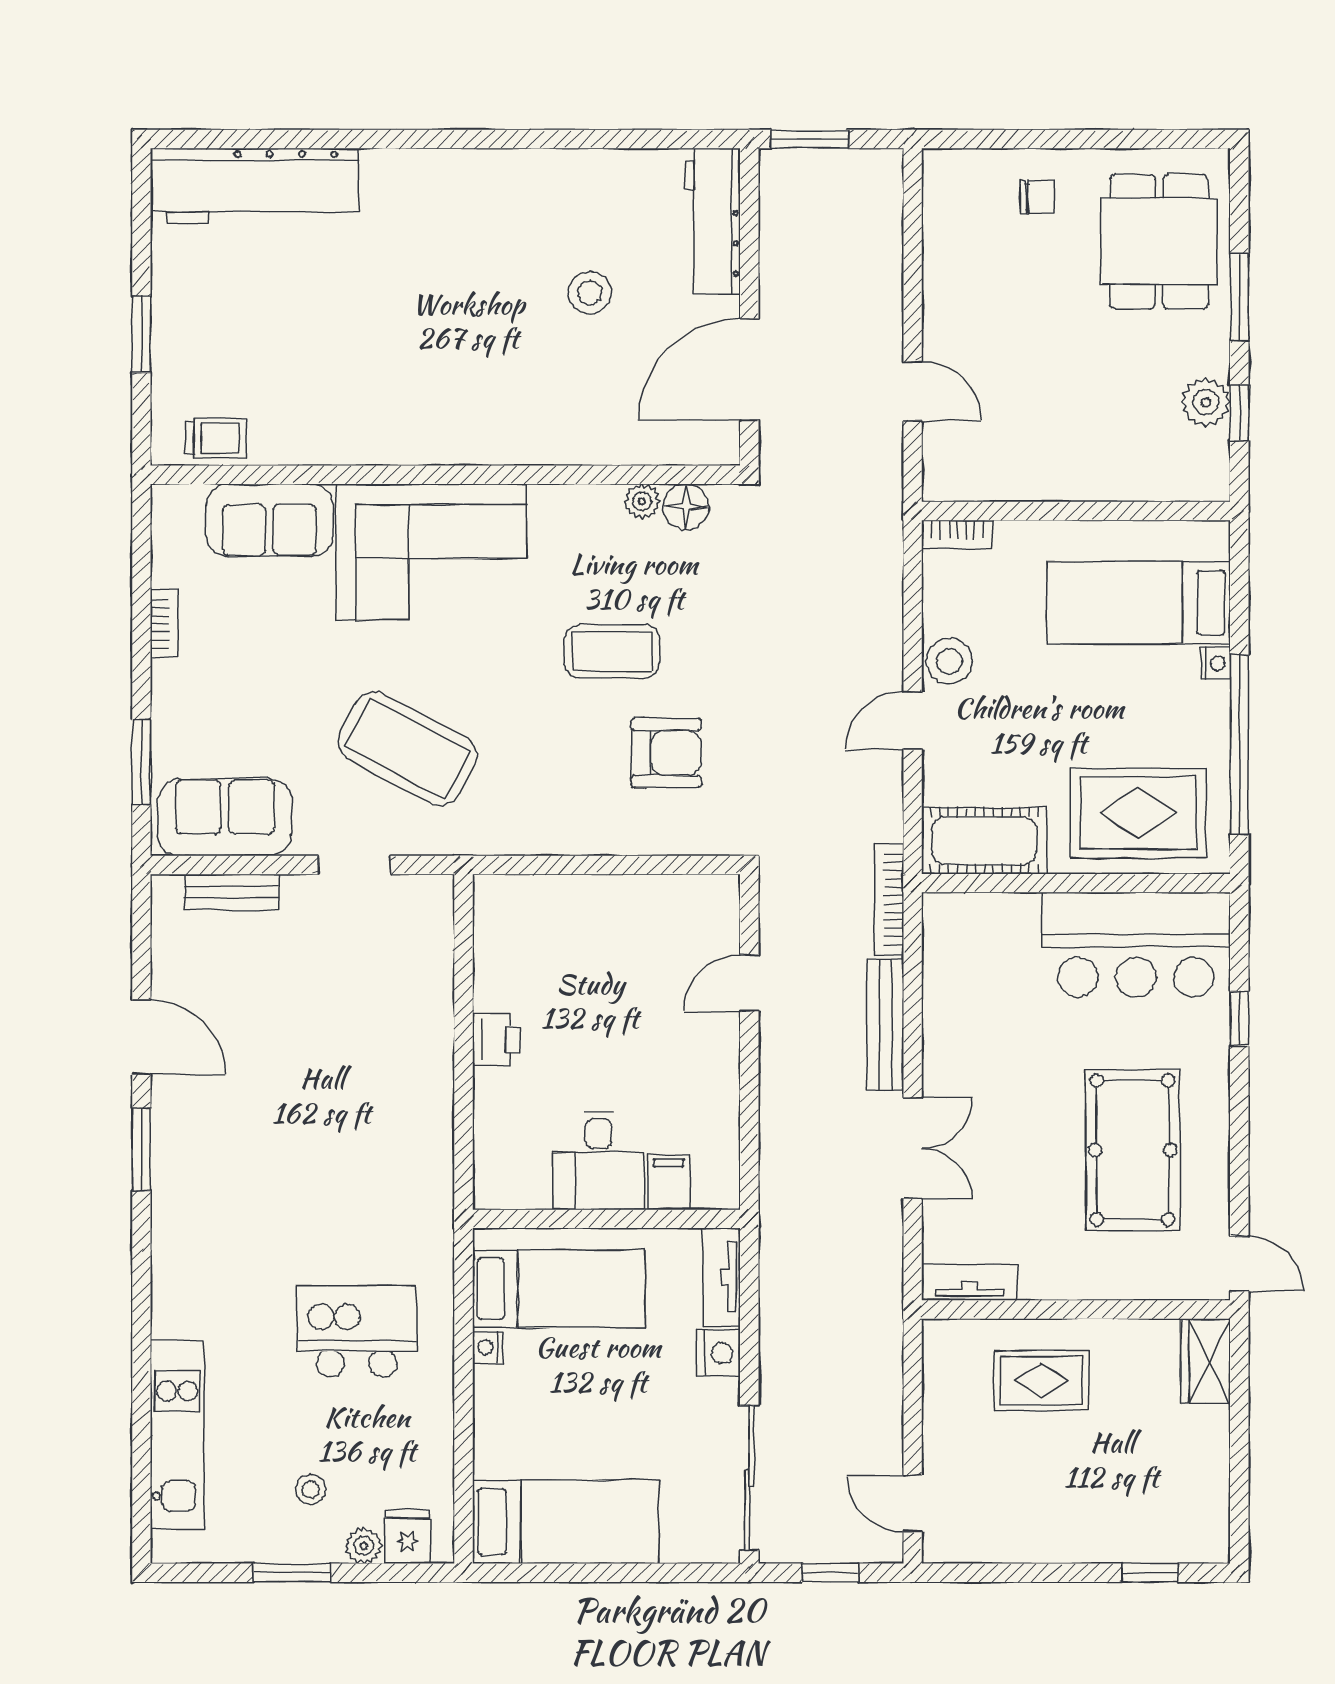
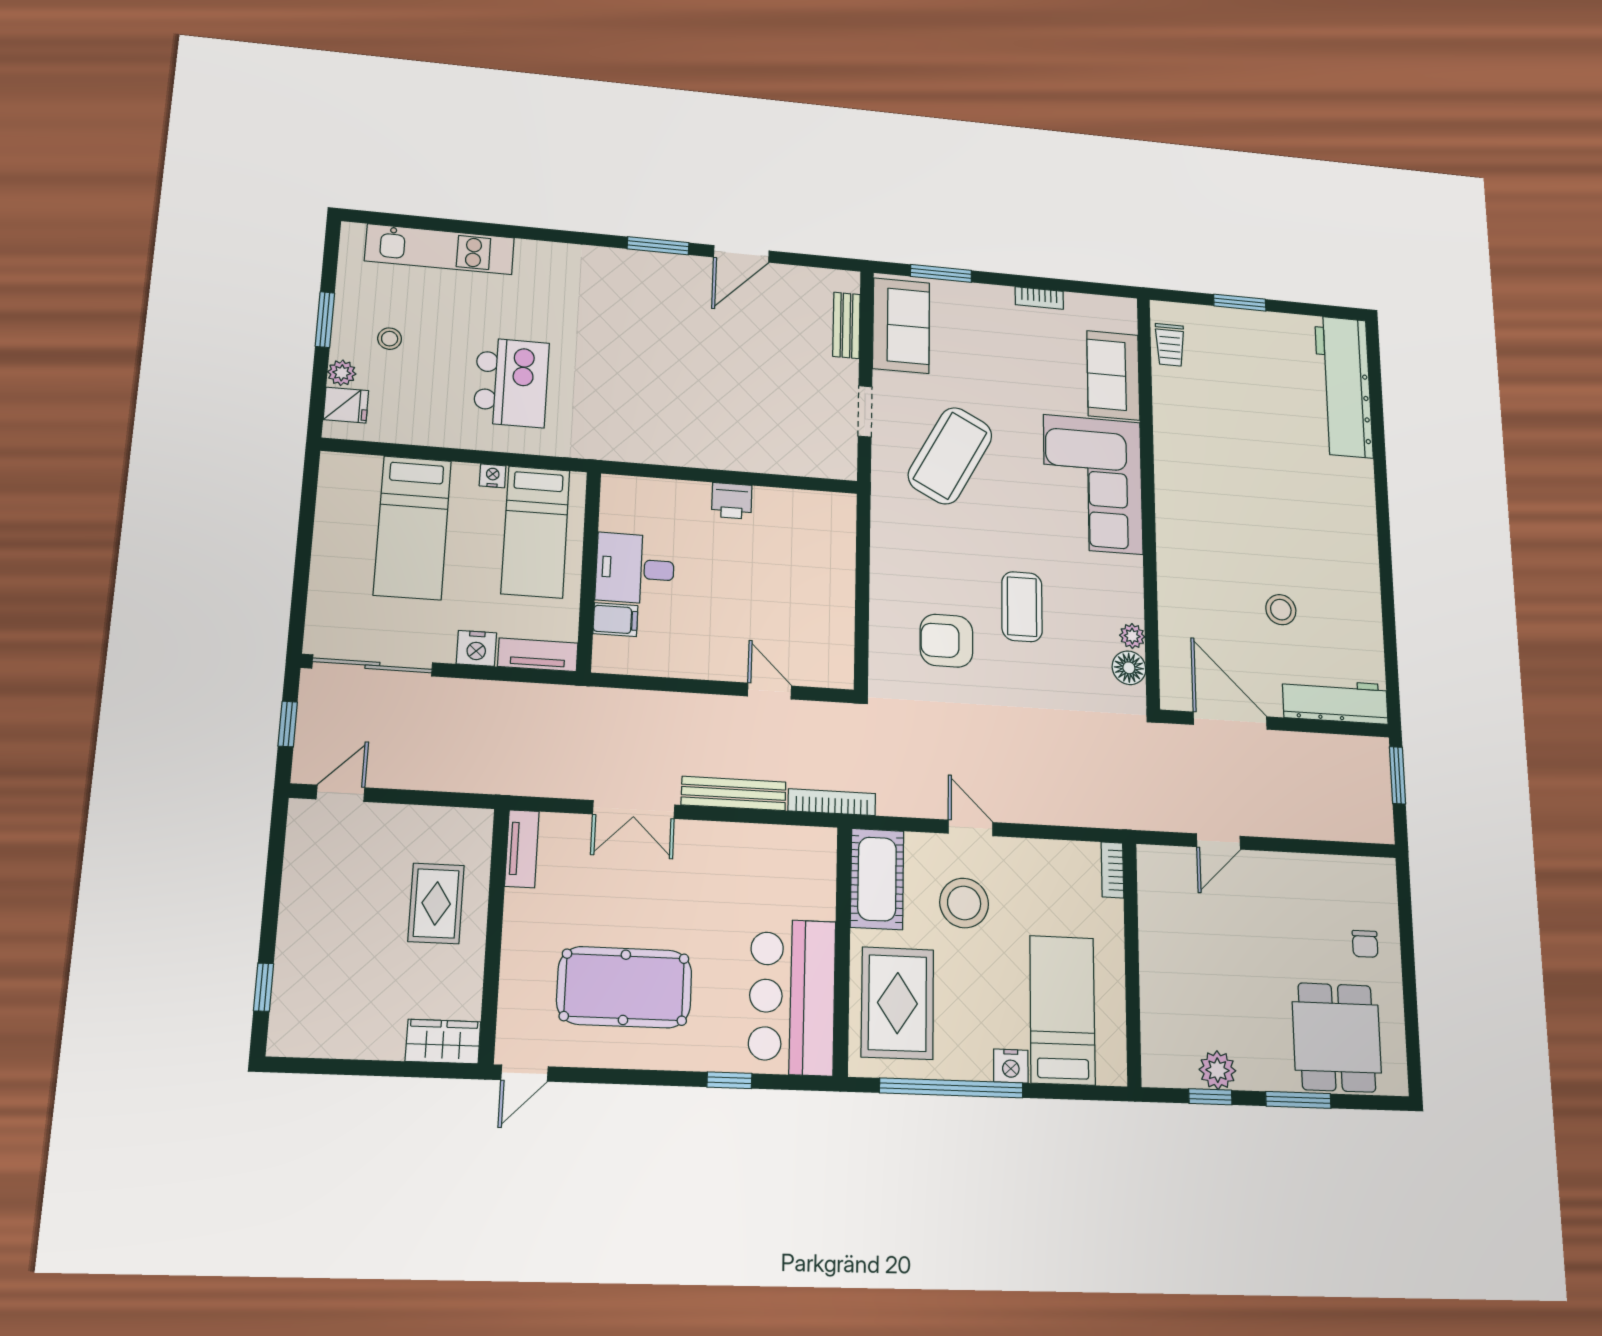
dining table: (1159, 242) -> (1337, 1037), turned 90
stool: (949, 661) -> (964, 903), moved, width x1.38, depth x1.38
nightstand: (1215, 663) -> (1011, 1066), width x1.39, depth x1.35
armchair: (666, 753) -> (946, 641), turned 90
bed: (566, 1522) -> (412, 528), moved

